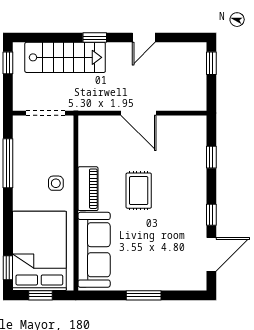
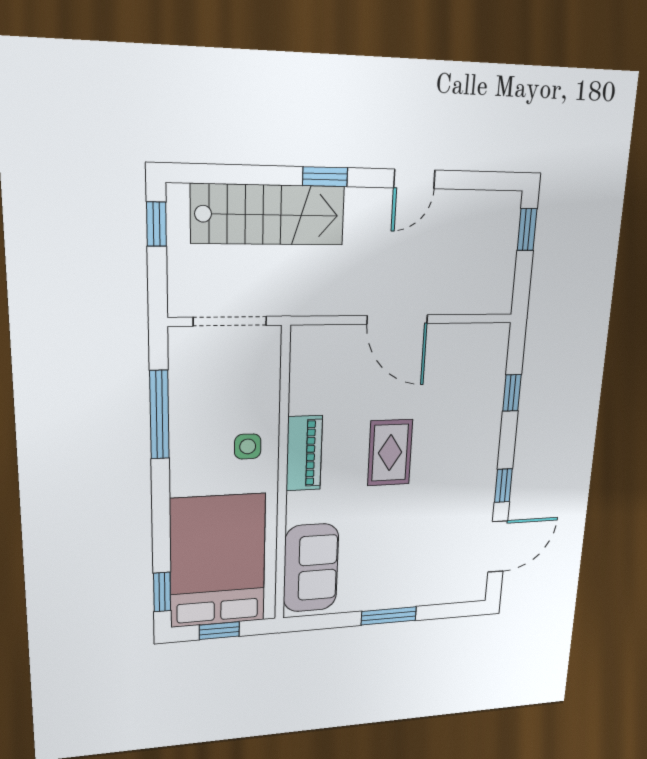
sofa: (94, 250) -> (311, 568), width x0.73

